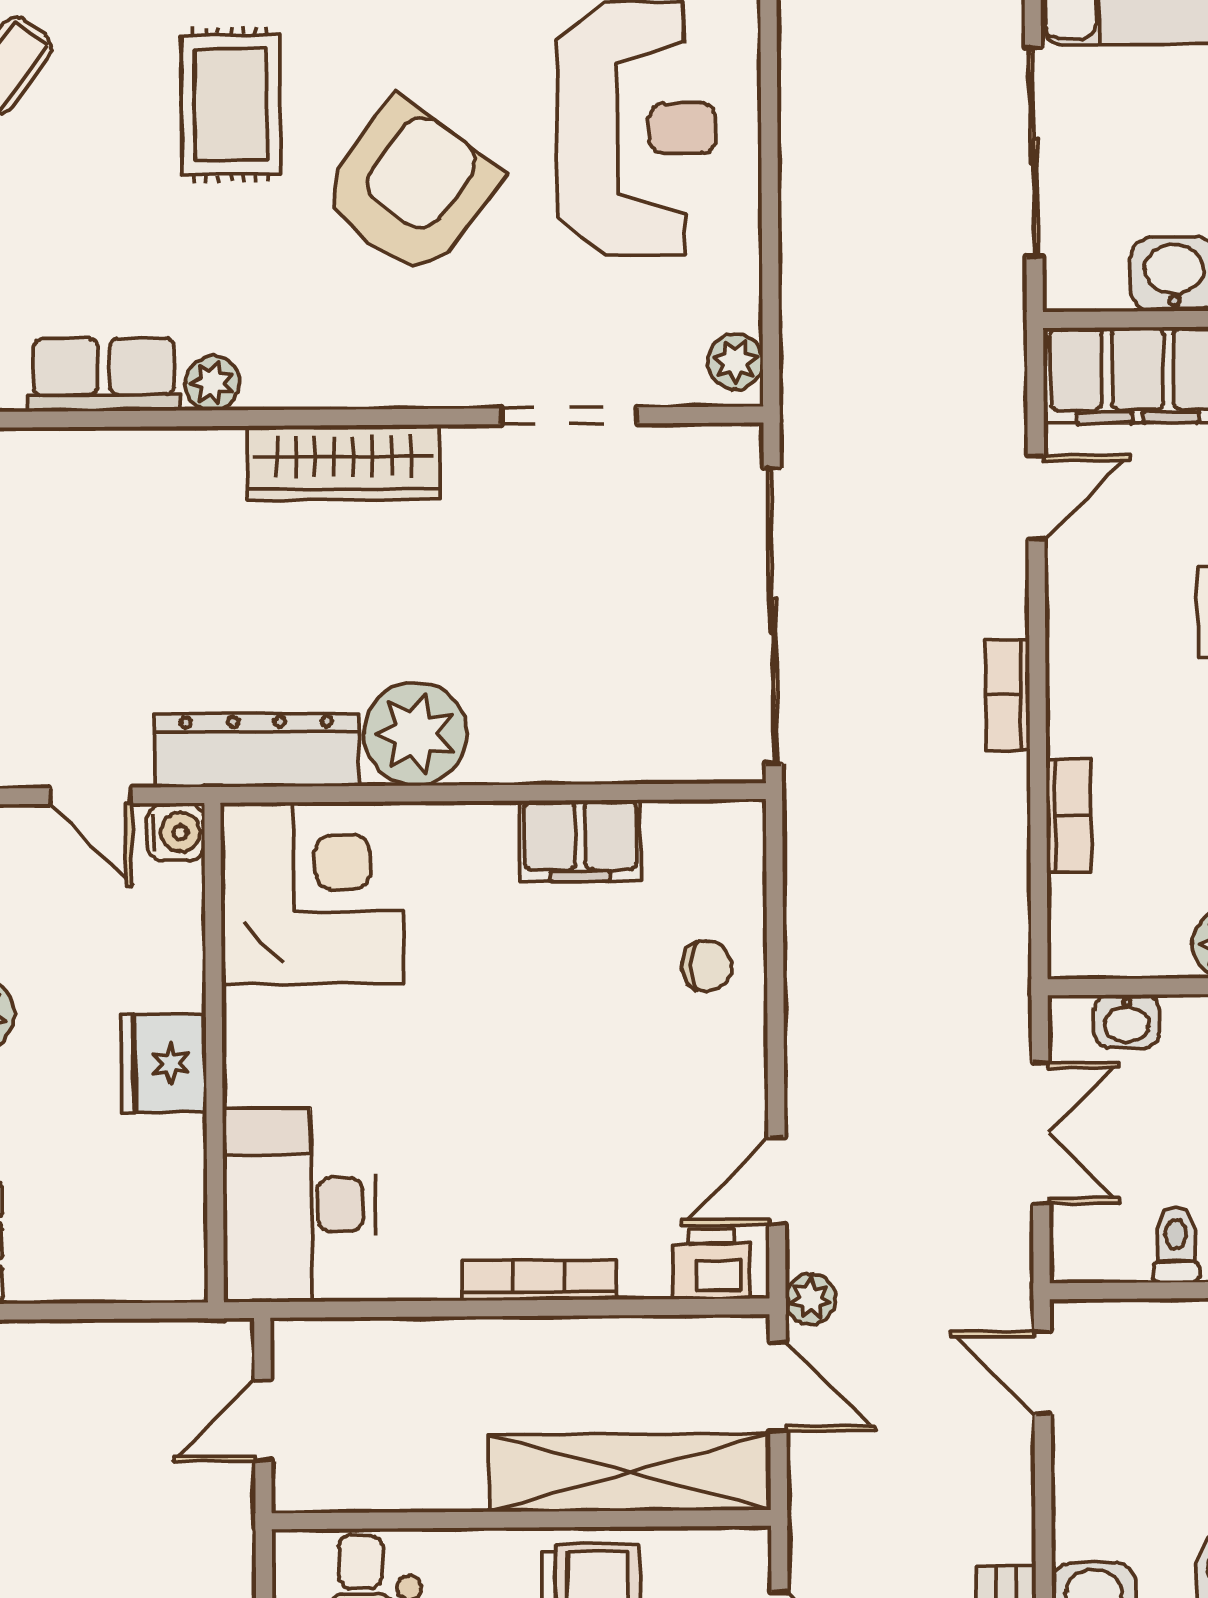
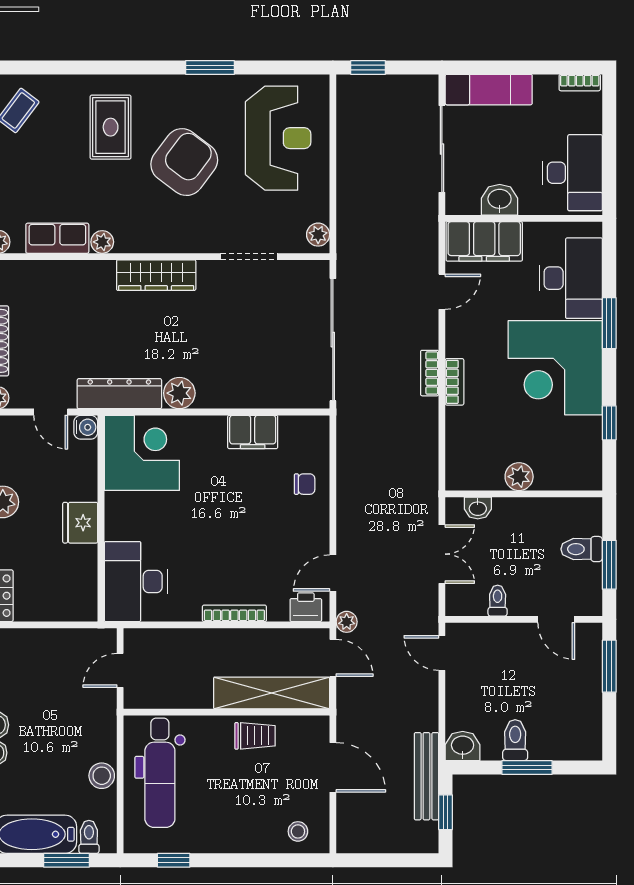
plant: (416, 734) -> (179, 393), width x0.73, depth x0.73
bookcase: (1069, 815) -> (455, 382), moved

